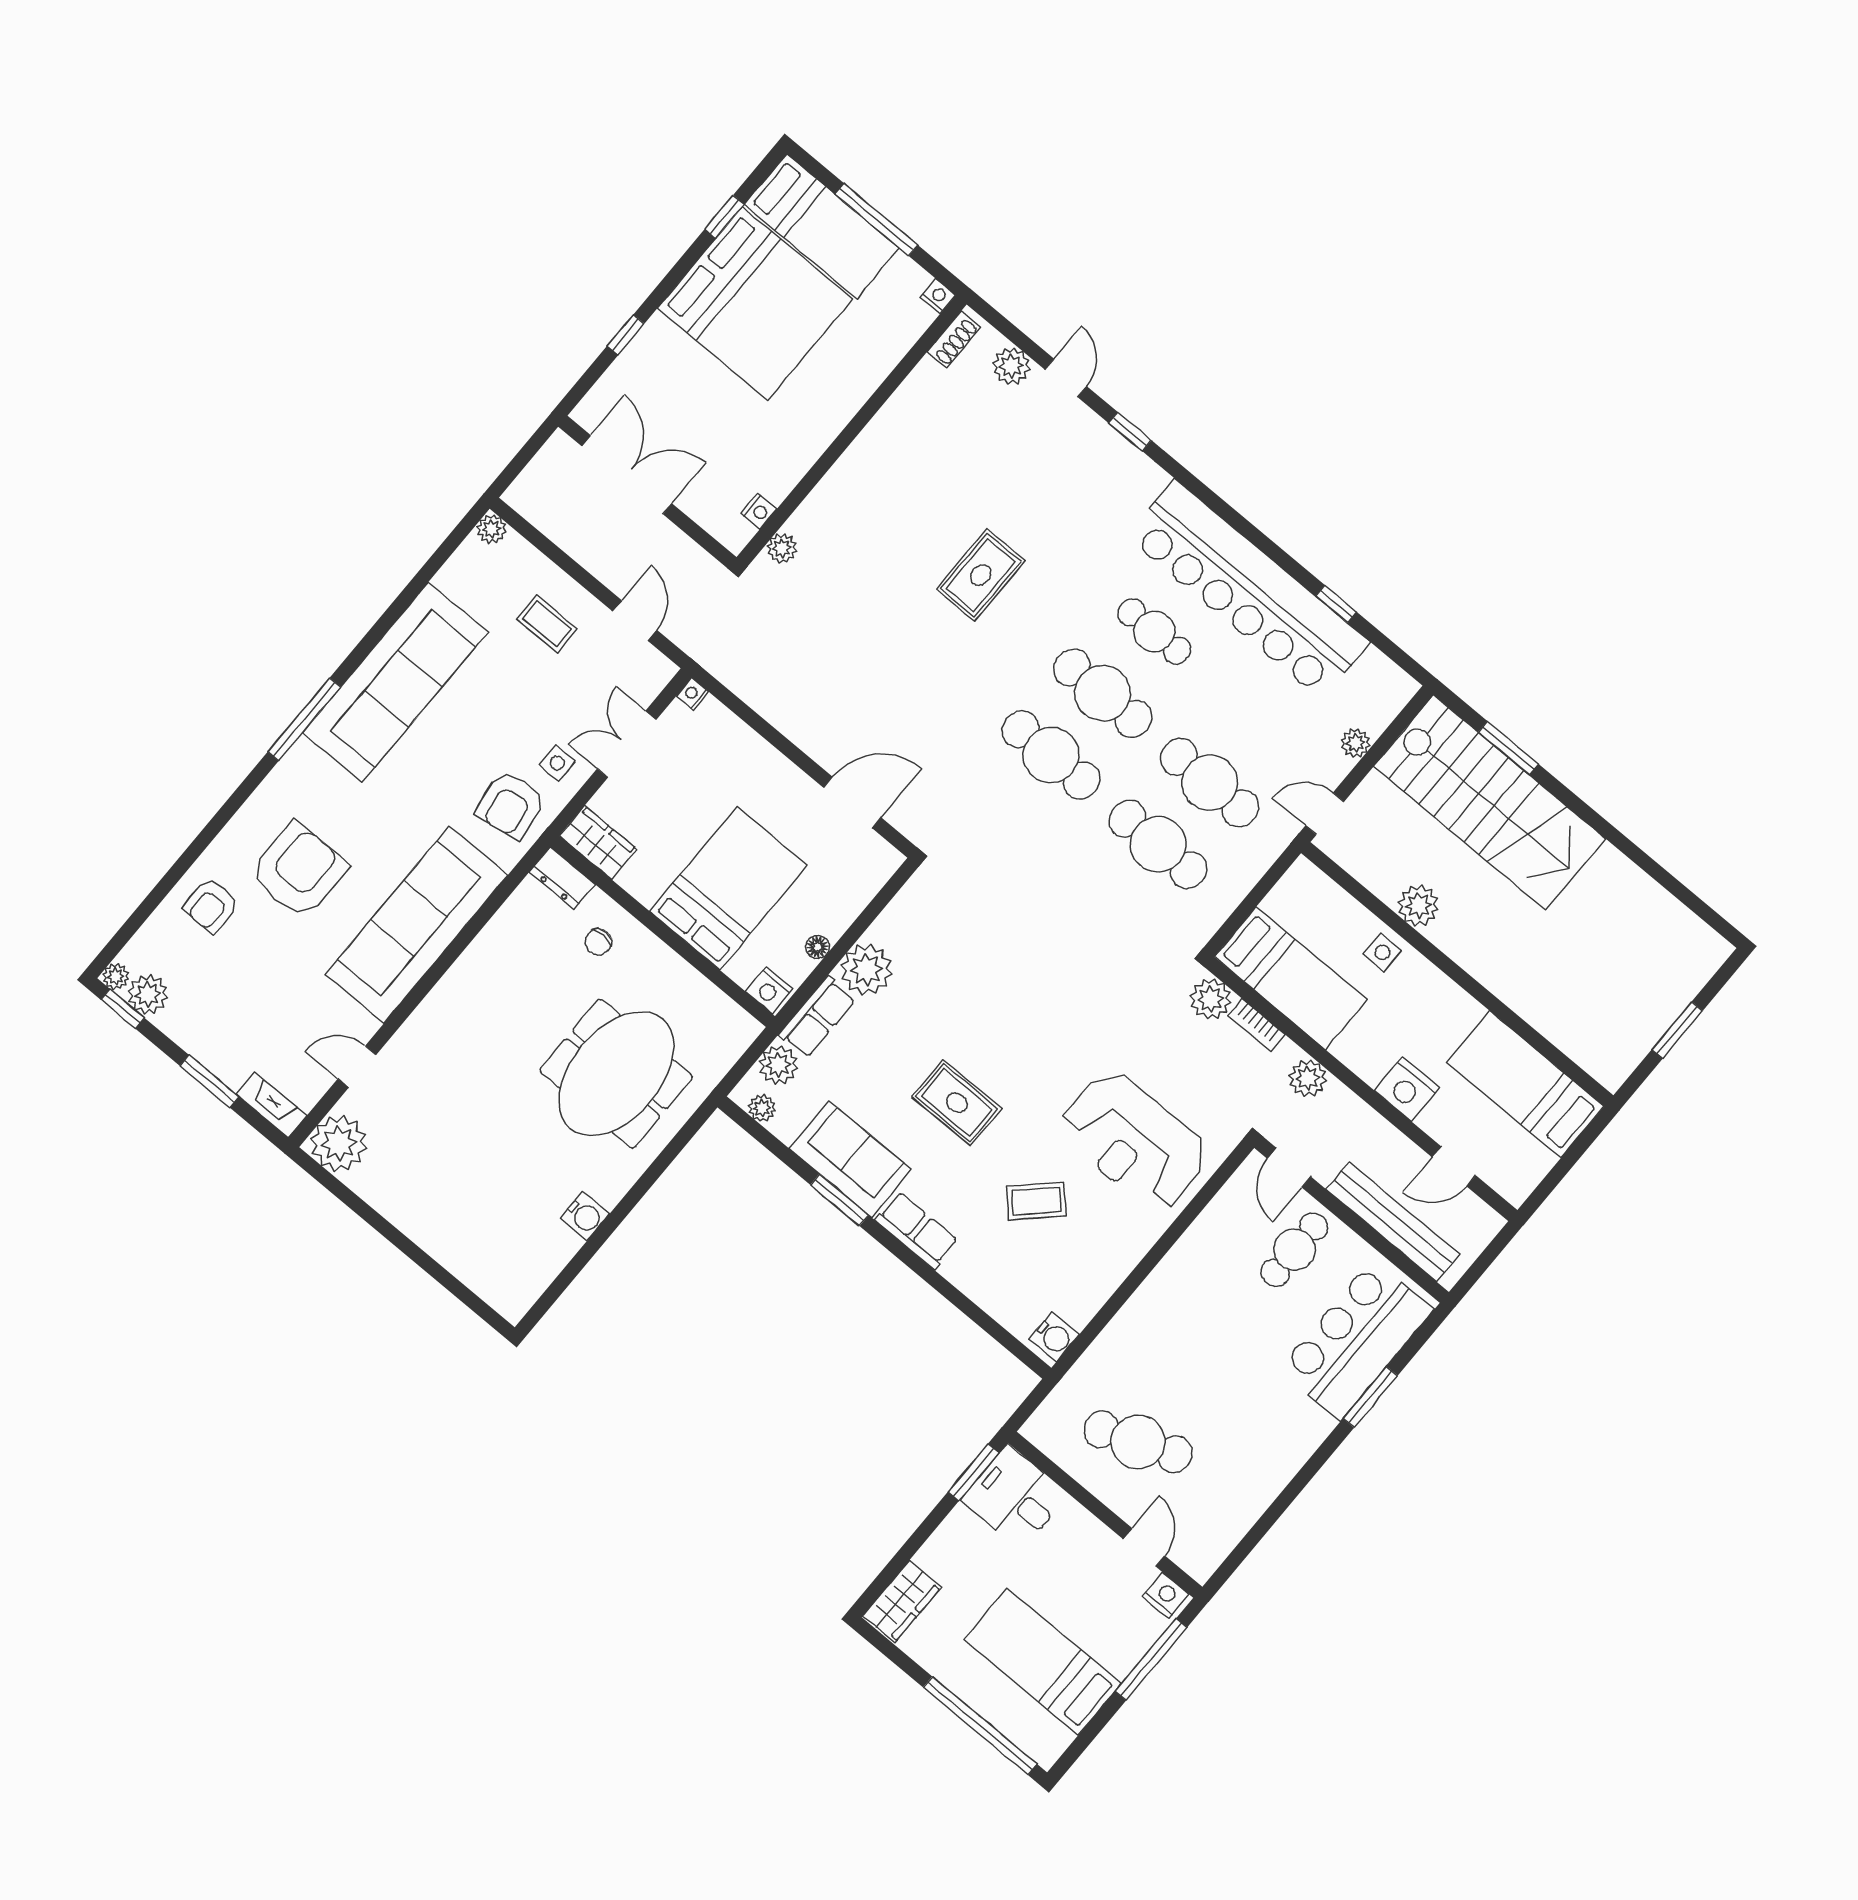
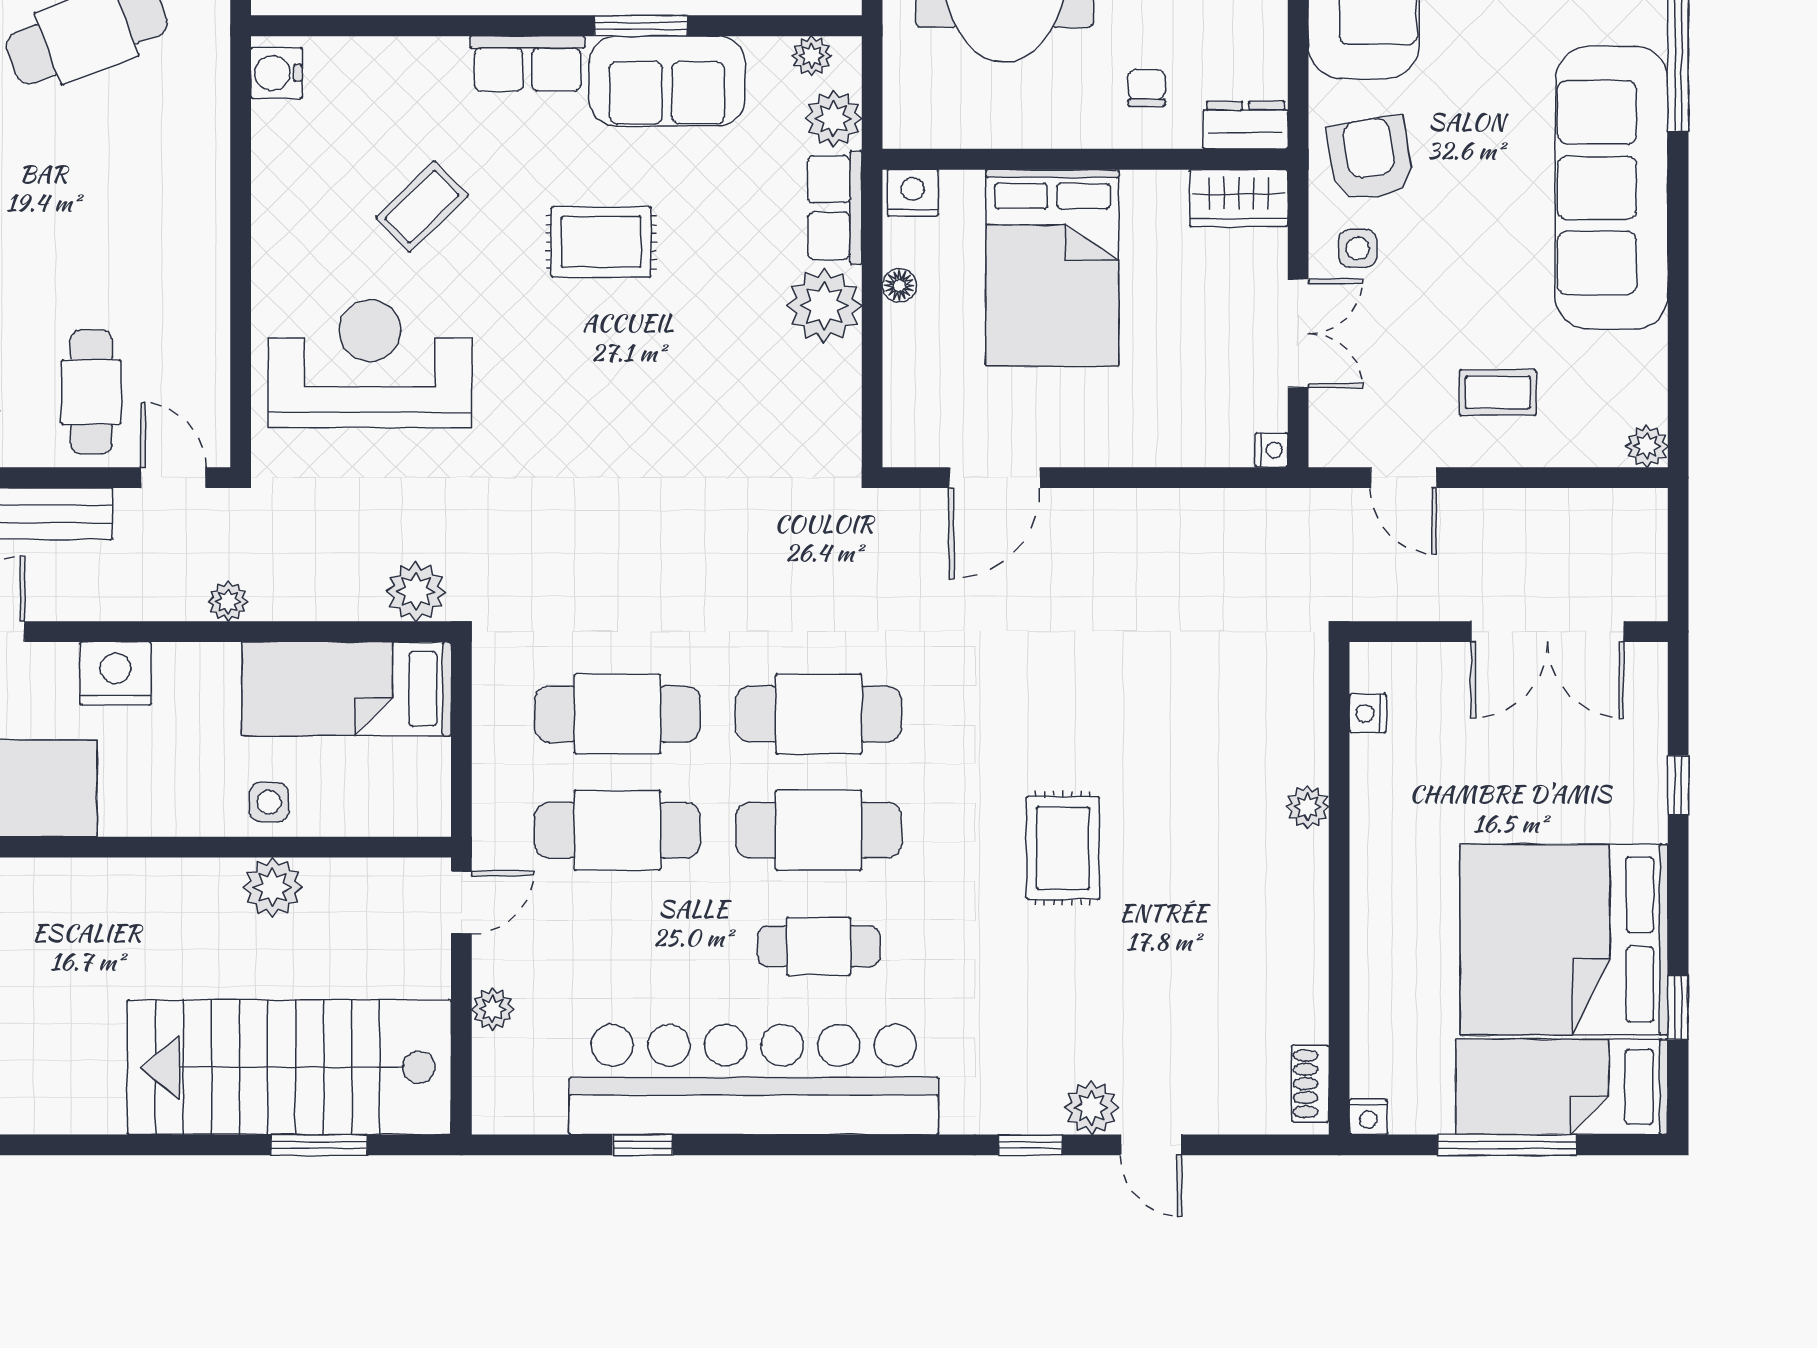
plant: (1011, 366) -> (1091, 1108), moved
plant: (782, 548) -> (1308, 807), moved
bookcase: (1256, 1025) -> (341, 605), removed
plant: (1308, 1078) -> (228, 601), width x0.73, depth x0.73

